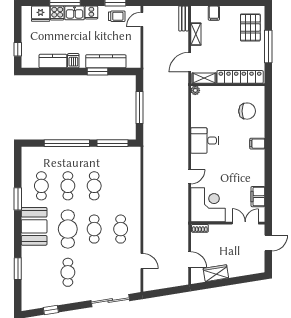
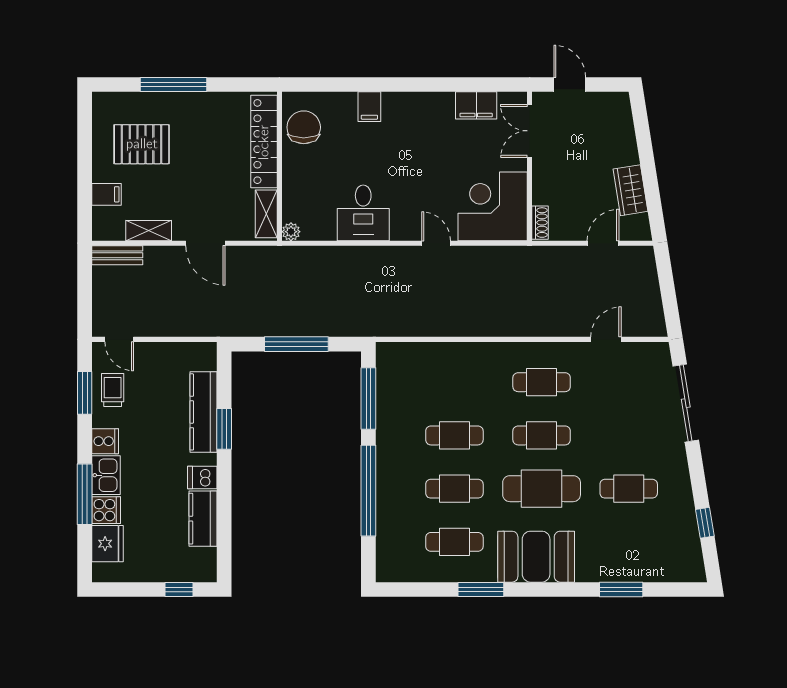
pallet: (250, 27) -> (142, 144), moved
locker: (240, 77) -> (264, 142), moved
shelving: (204, 78) -> (266, 214), moved
wall: (228, 85) -> (279, 166), moved
plant: (195, 90) -> (291, 232), moved

